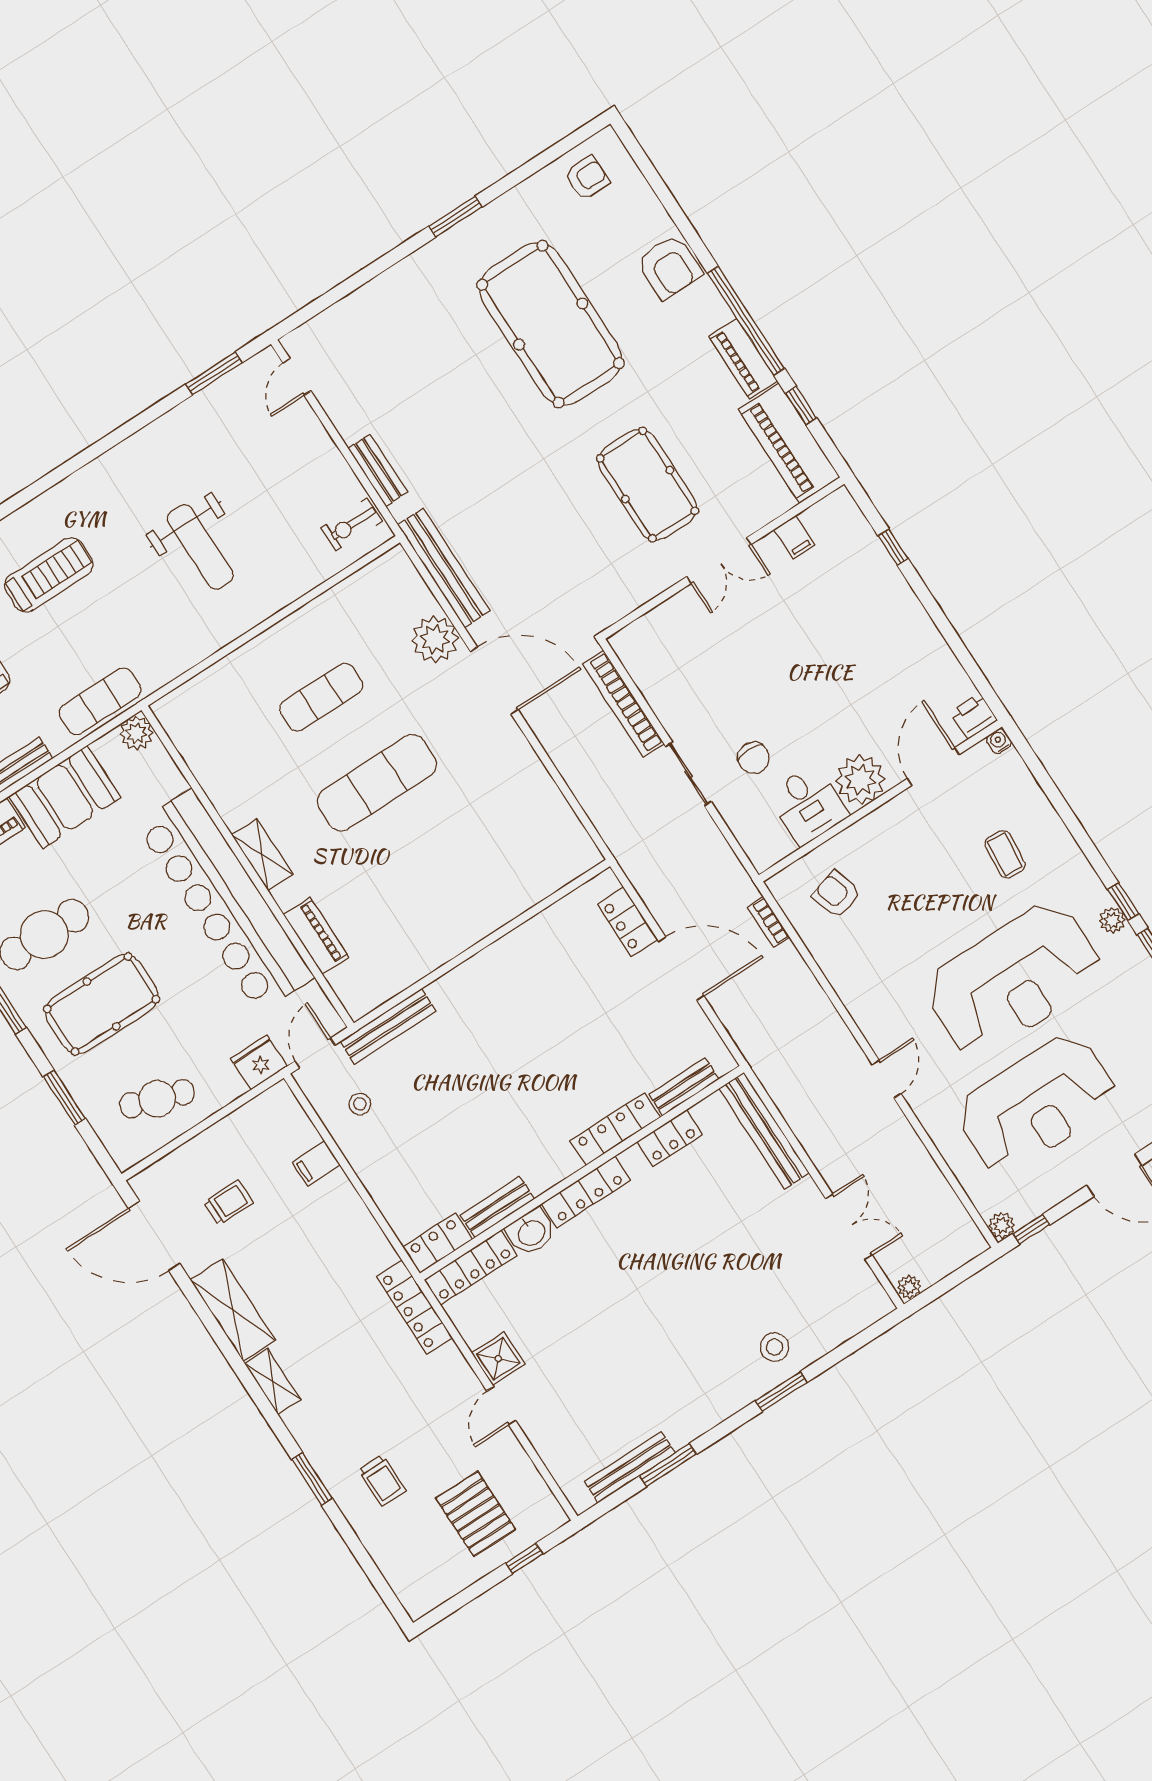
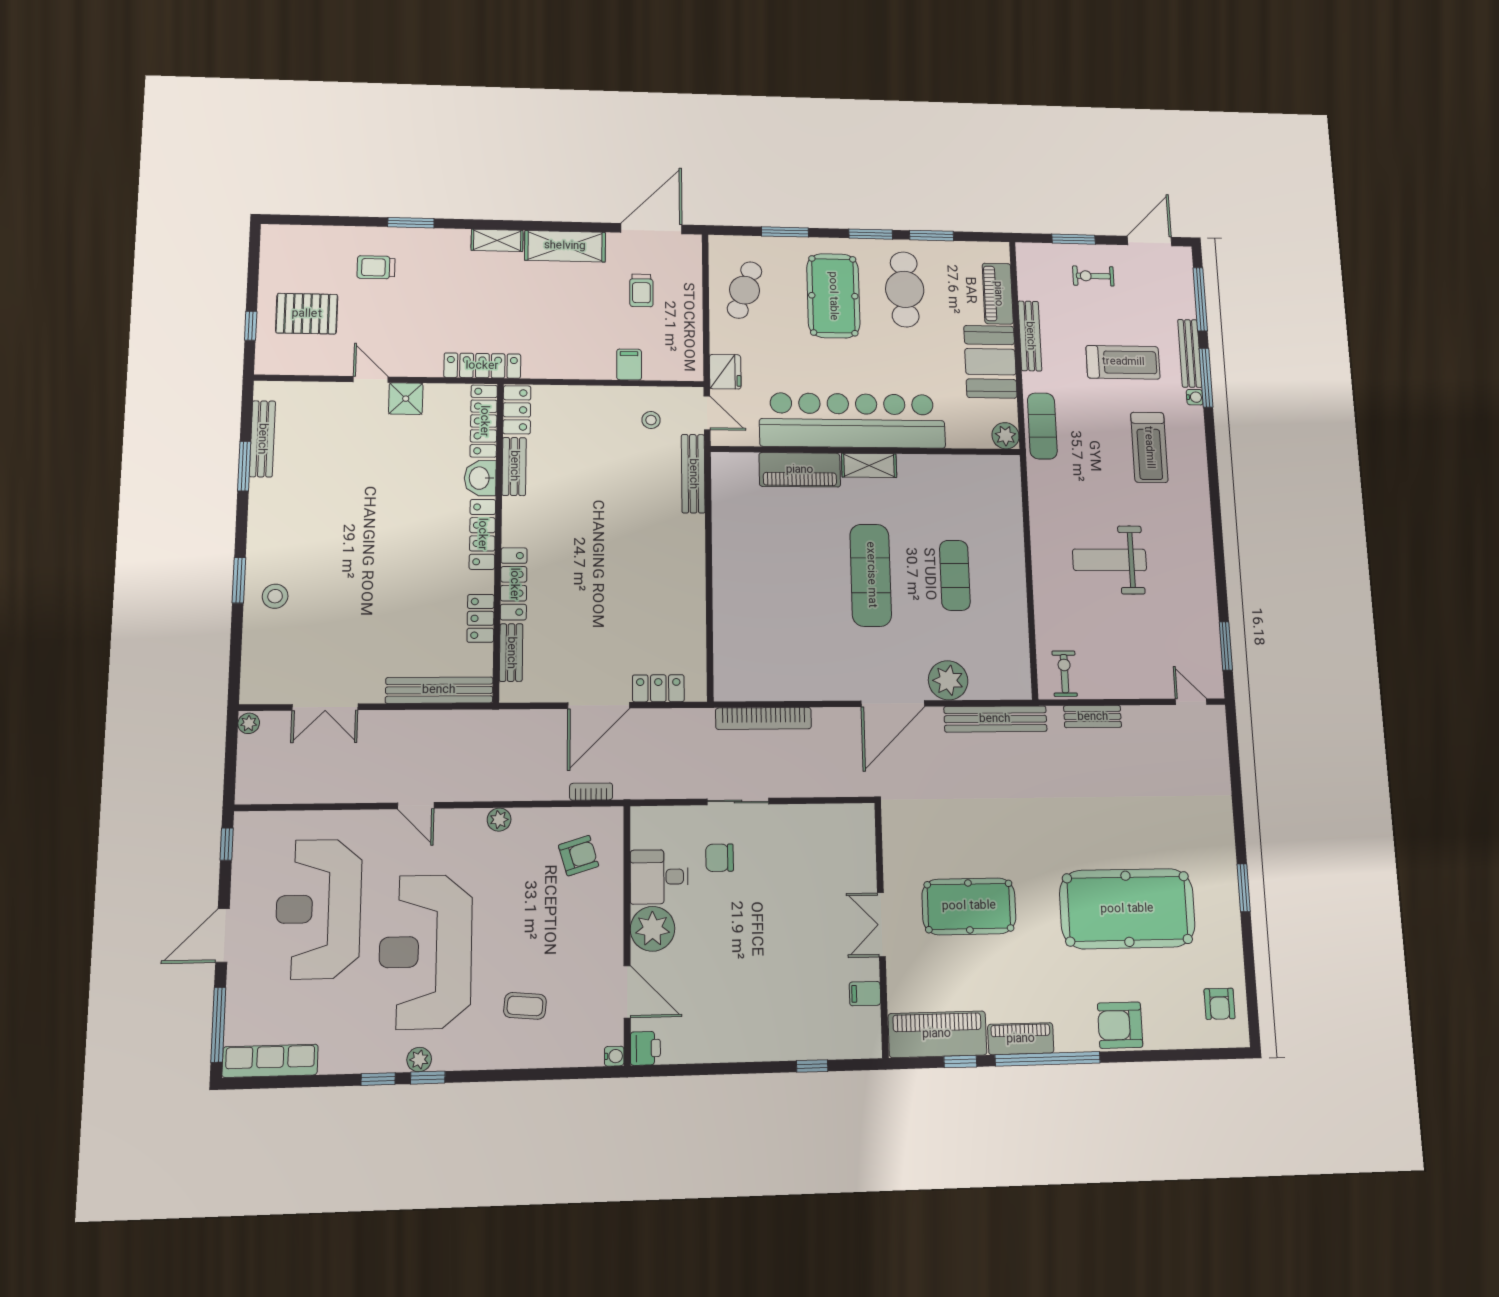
bookcase: (623, 704) -> (764, 718), moved, turned 180
piano: (316, 936) -> (800, 470), width x1.37, depth x1.33
plant: (1002, 1225) -> (499, 820), moved

